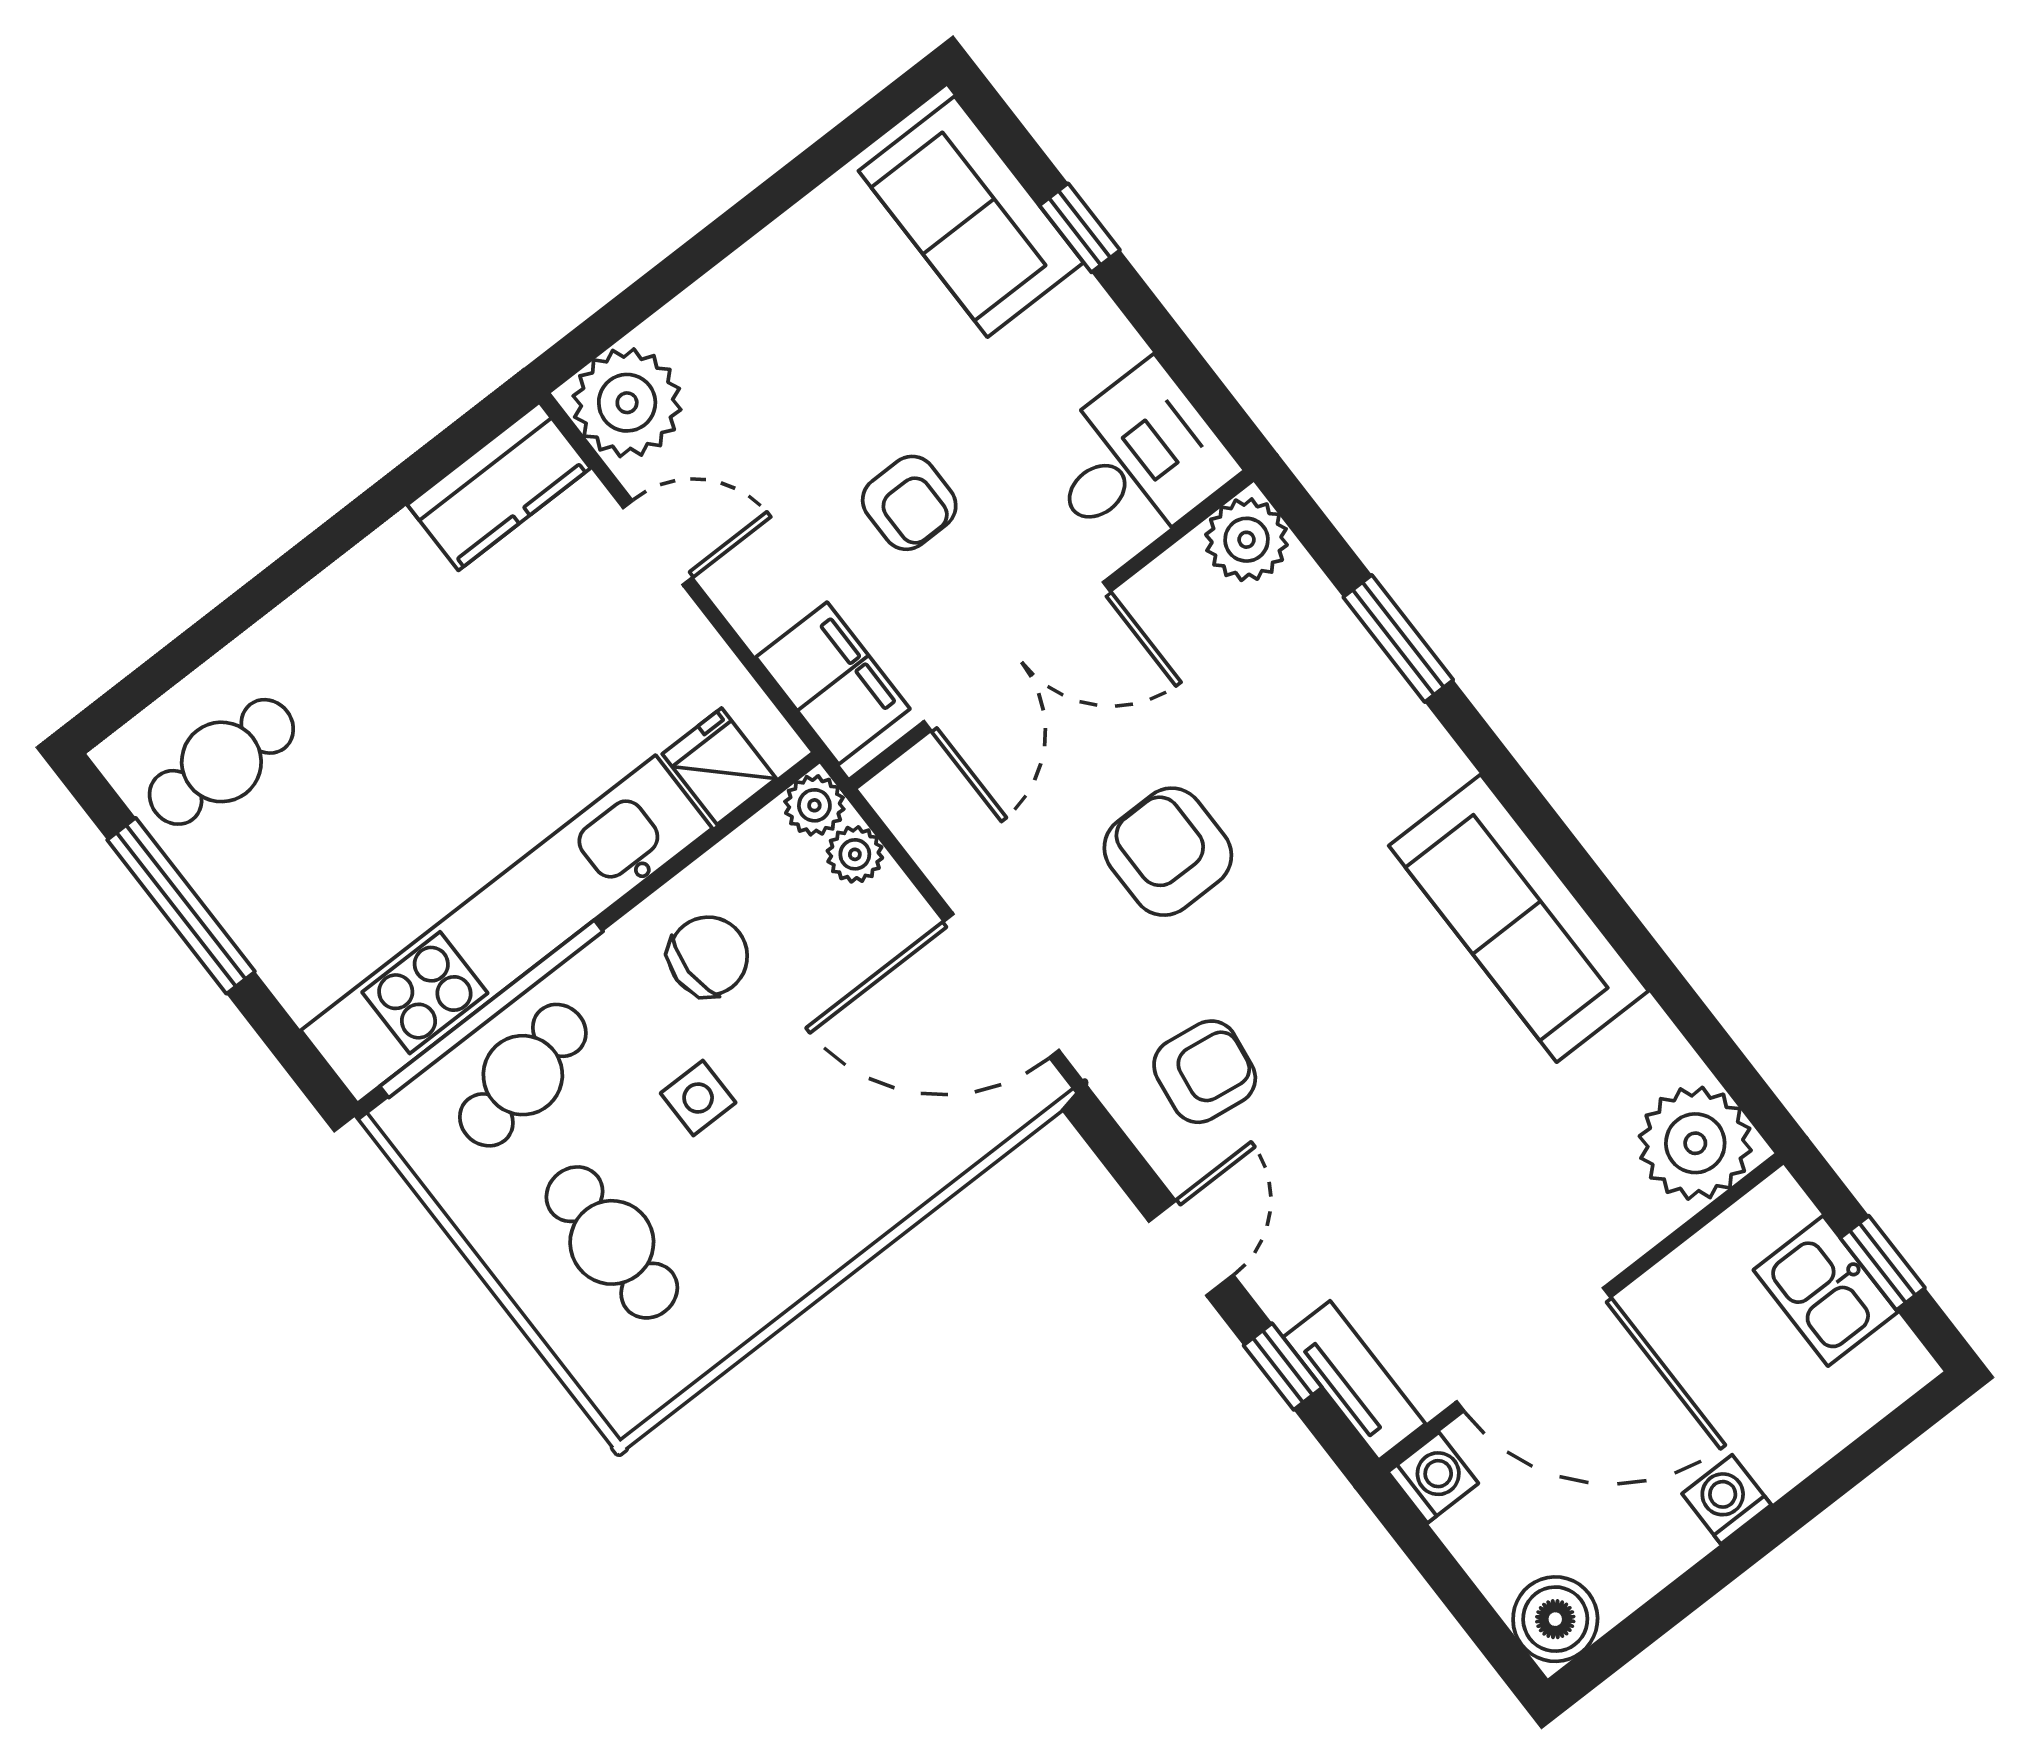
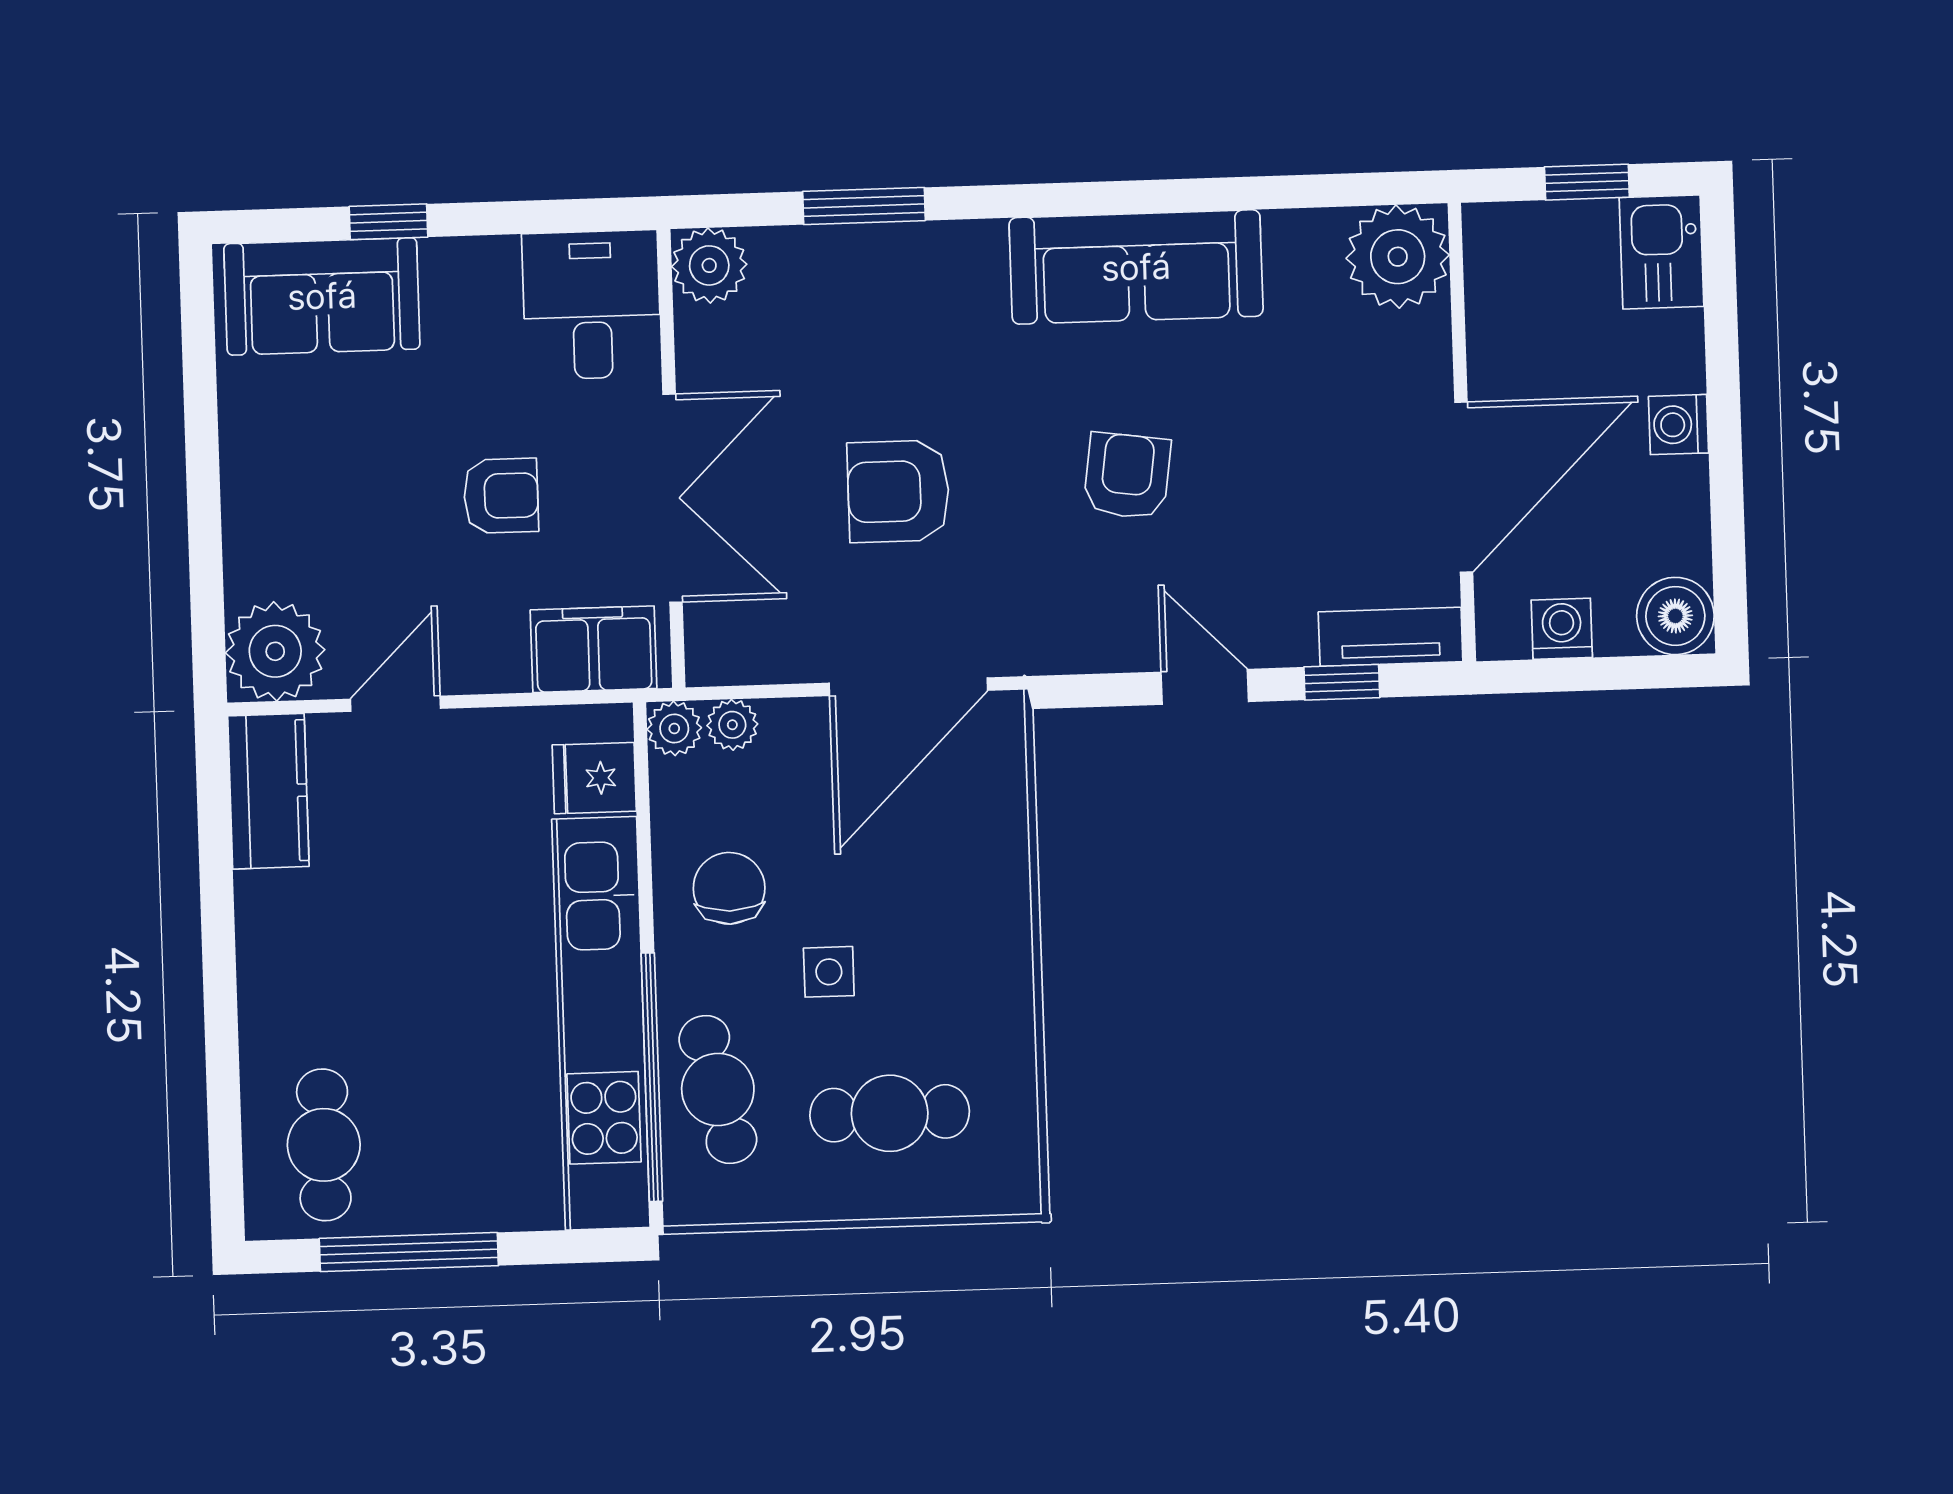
armchair: (1205, 1072) -> (1127, 476), moved
kitchen sink: (1825, 1291) -> (1662, 252), moved, turned 90
washing machine: (1433, 1478) -> (1562, 629), moved

